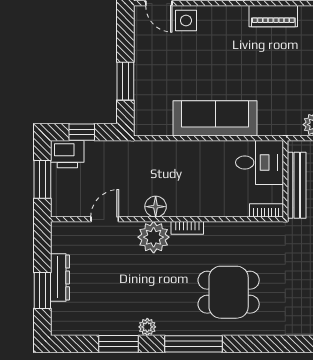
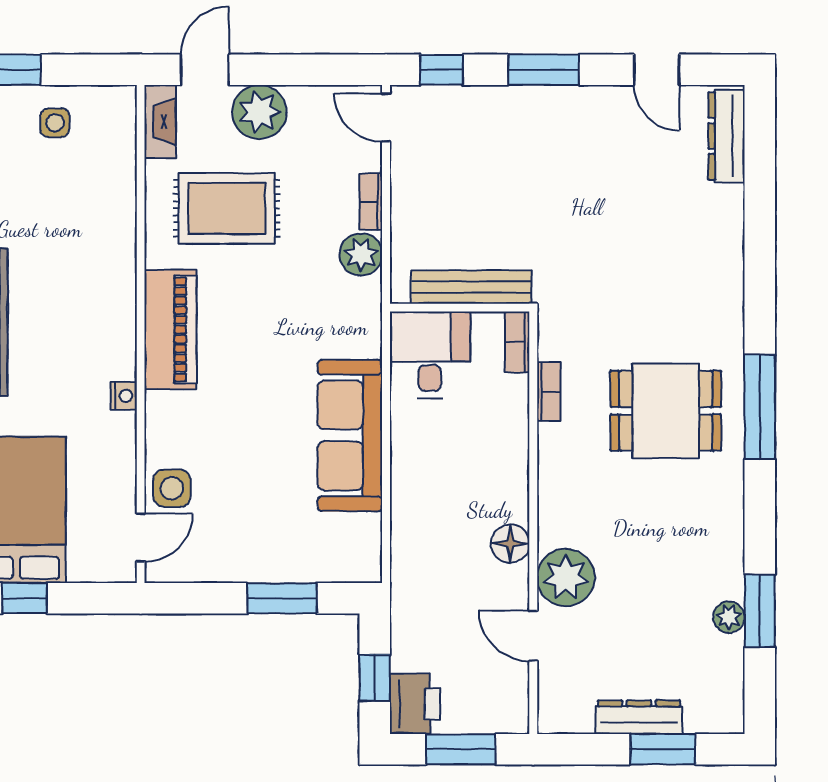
piano: (273, 16) -> (170, 329), width x1.37, depth x1.33
bookcase: (187, 228) -> (549, 392), moved
plant: (154, 237) -> (566, 577), moved
dining table: (229, 292) -> (666, 411), turned 90
plant: (147, 327) -> (729, 617), moved
window: (194, 344) -> (760, 407), moved

